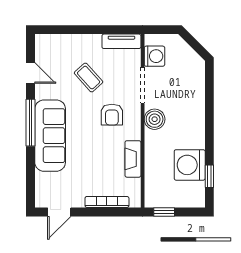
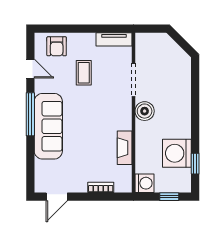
washing machine: (154, 56) -> (144, 183), moved
coffee table: (89, 77) -> (84, 73), turned 42
armchair: (112, 115) -> (57, 46), moved
bookcase: (107, 202) -> (101, 187), width x0.64
window: (164, 212) -> (169, 197), moved

